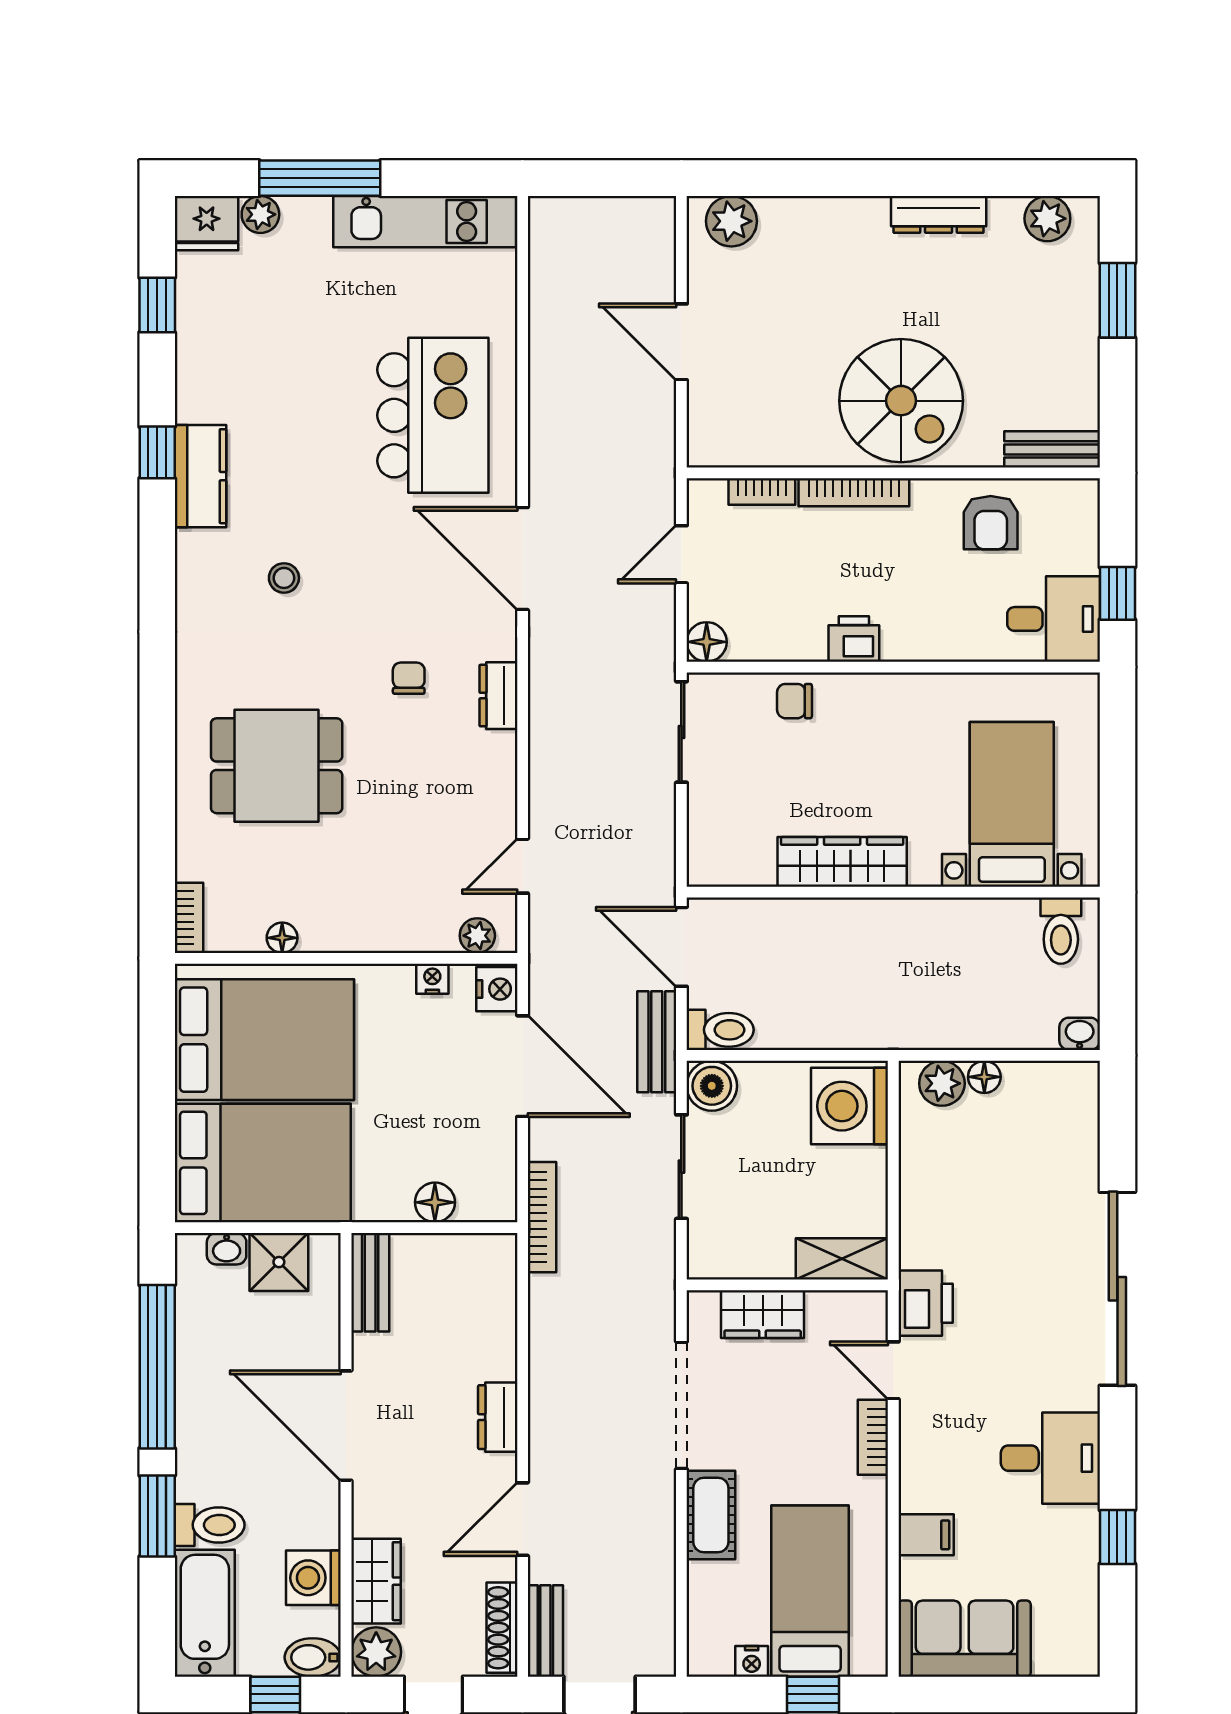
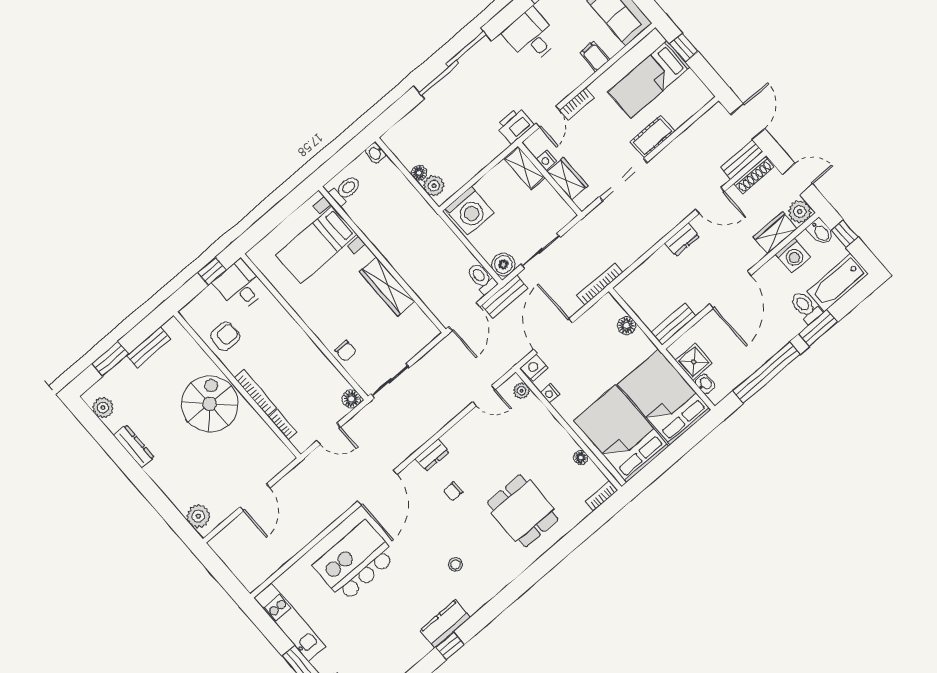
bench: (1052, 449) -> (149, 348), moved, turned 90
printer: (854, 639) -> (306, 349), removed
nightstand: (752, 1661) -> (546, 160), moved, turned 180

